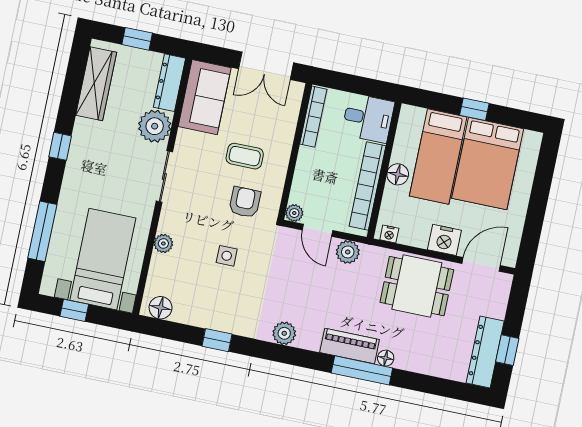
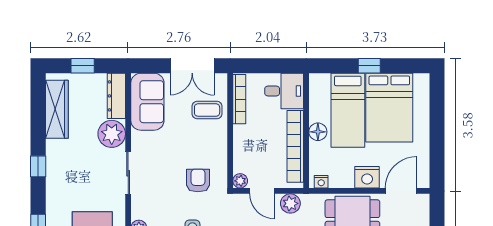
coffee table: (245, 156) -> (207, 110), moved

